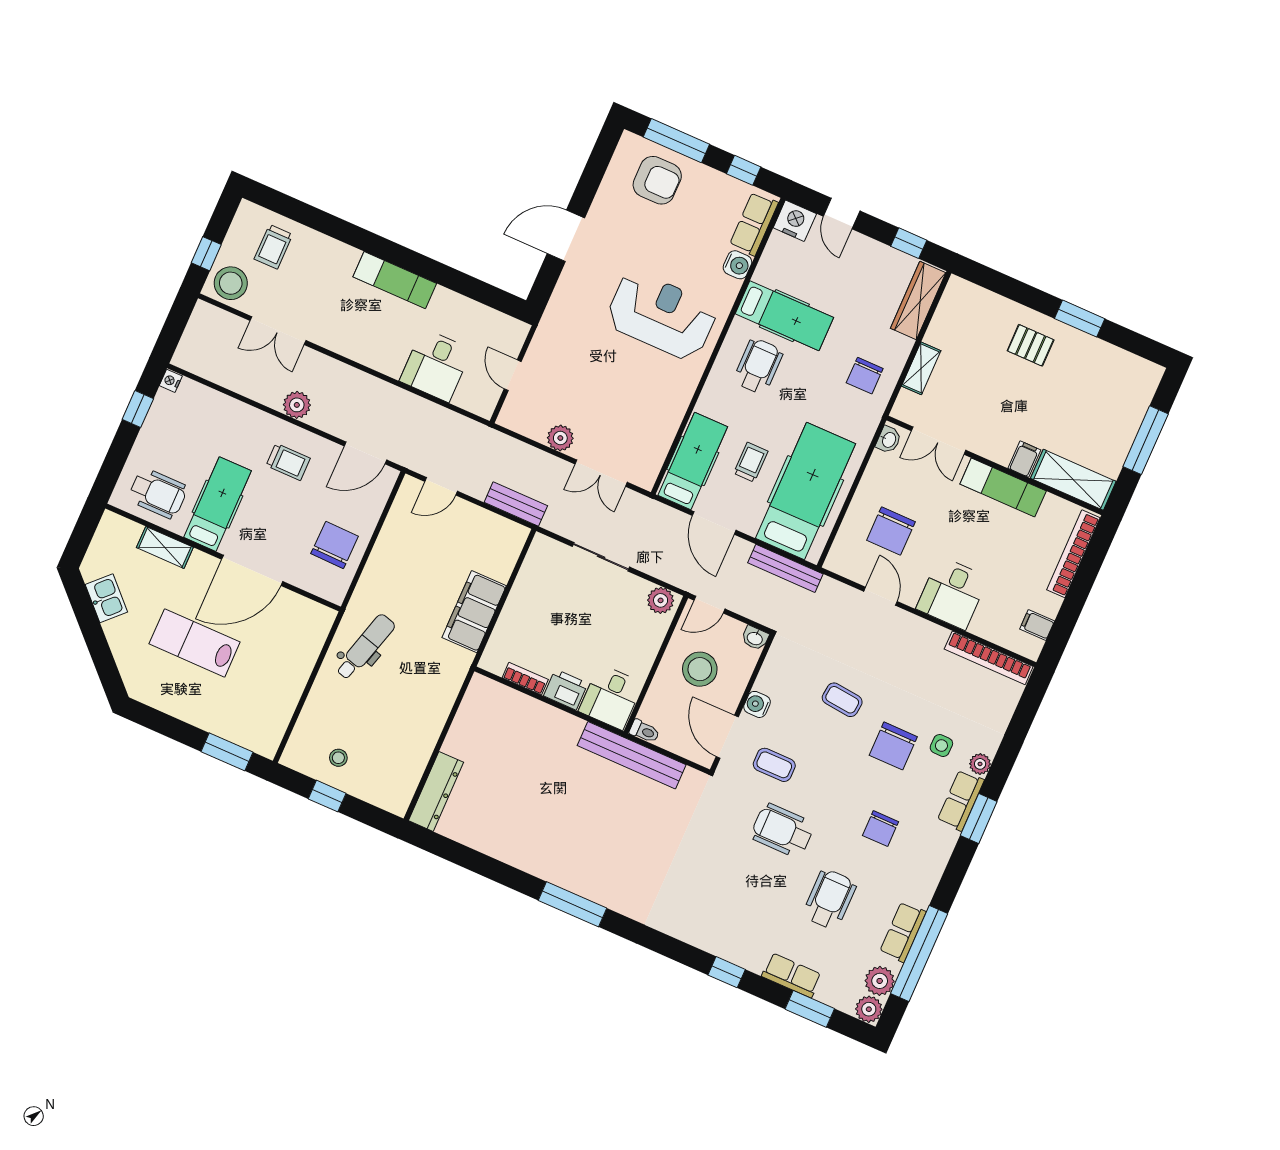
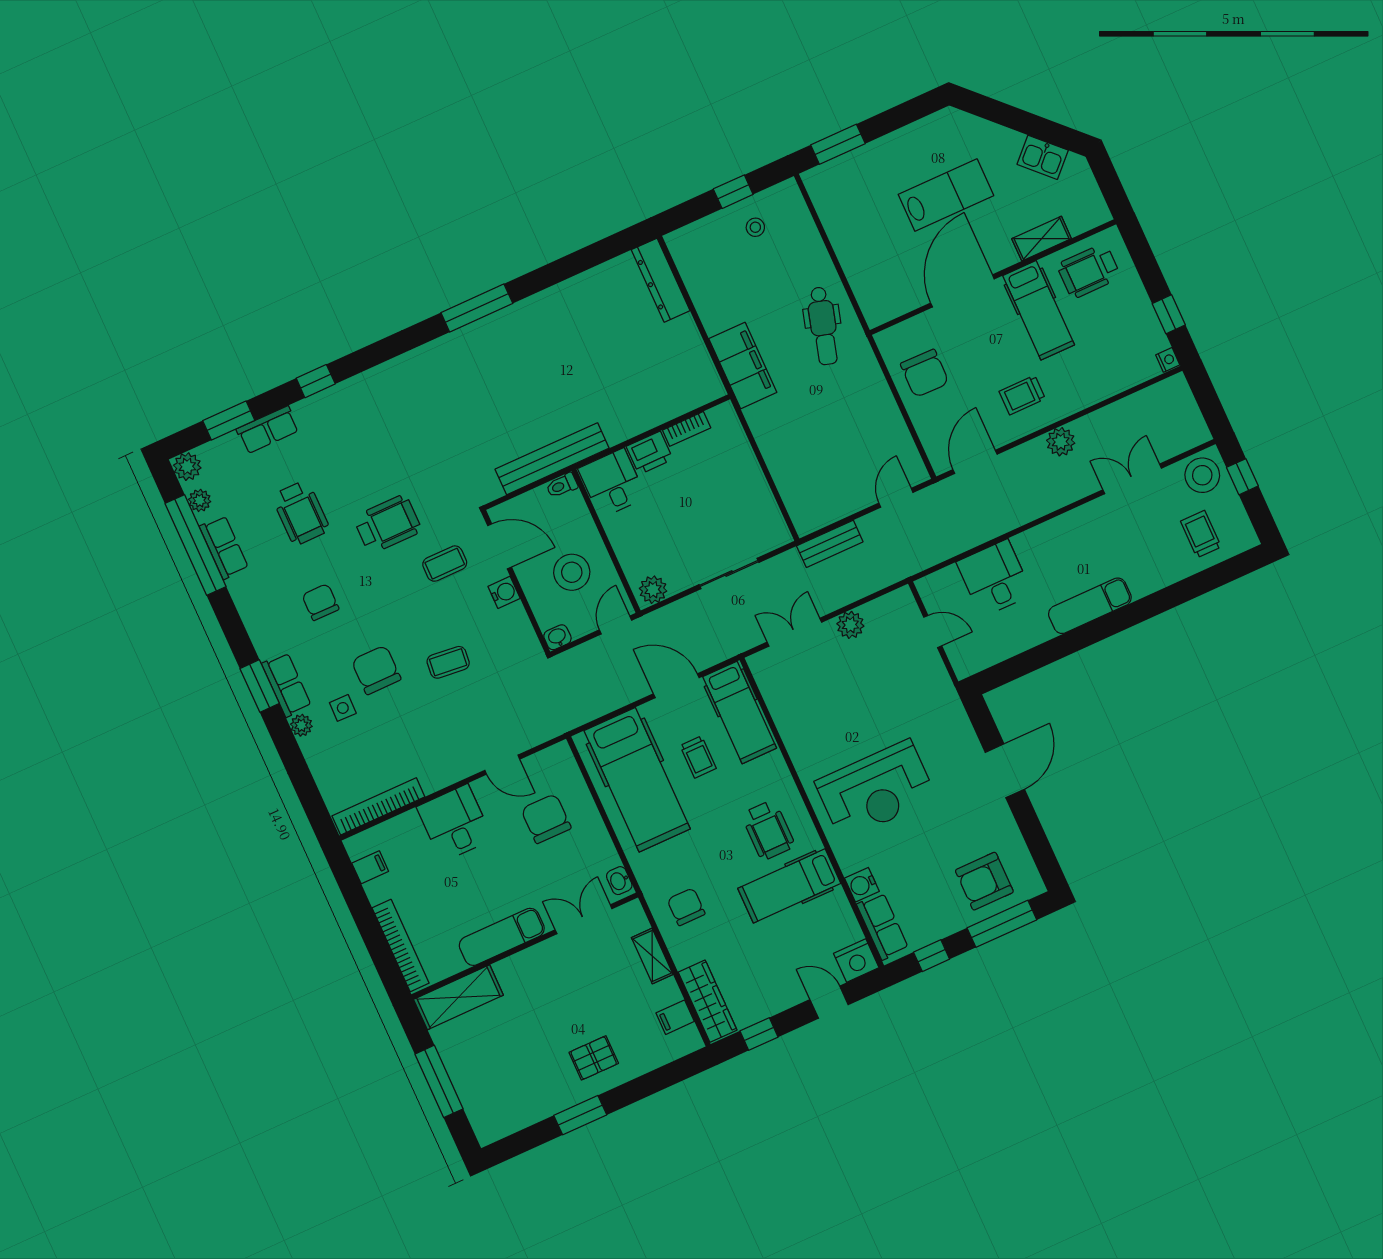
filing cabinet: (1024, 459) -> (675, 1017), moved, turned 90
bench: (785, 568) -> (591, 710), removed
filing cabinet: (474, 612) -> (743, 365), moved
plant: (880, 981) -> (200, 500), width x0.73, depth x0.73

